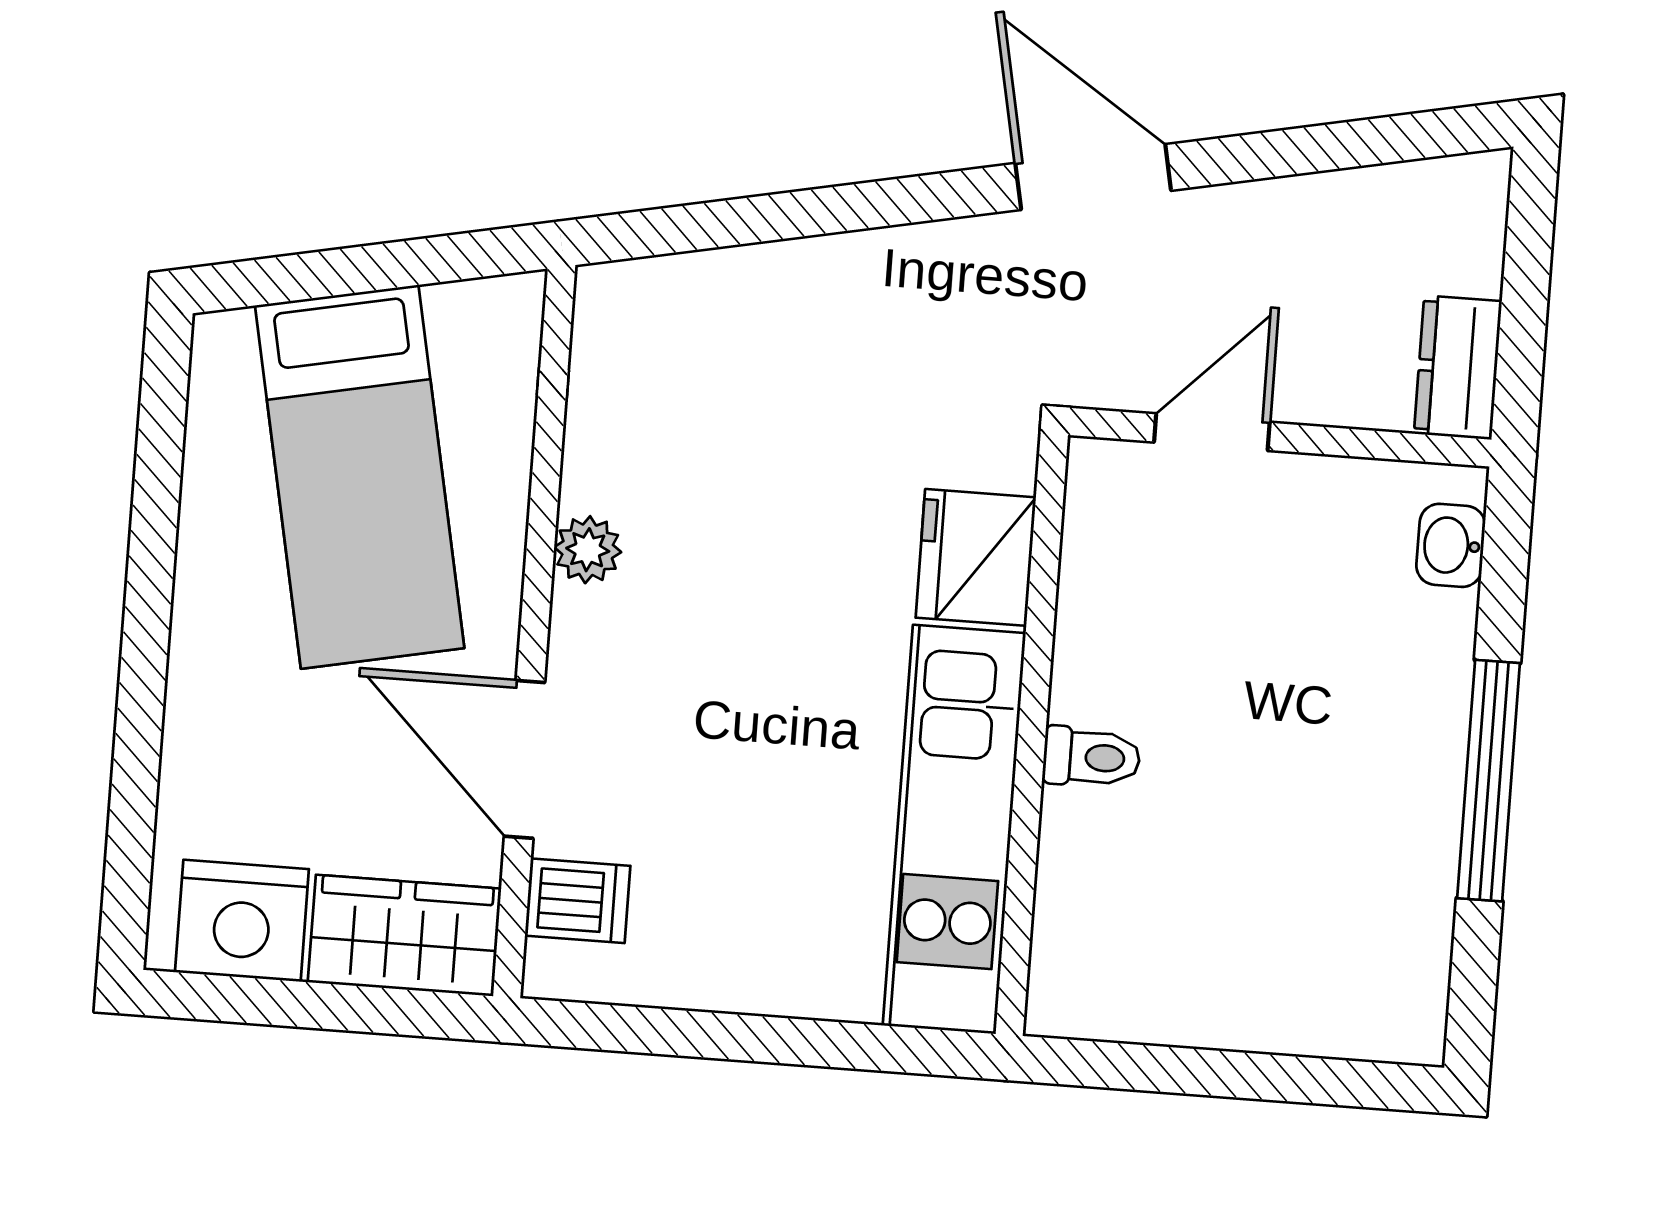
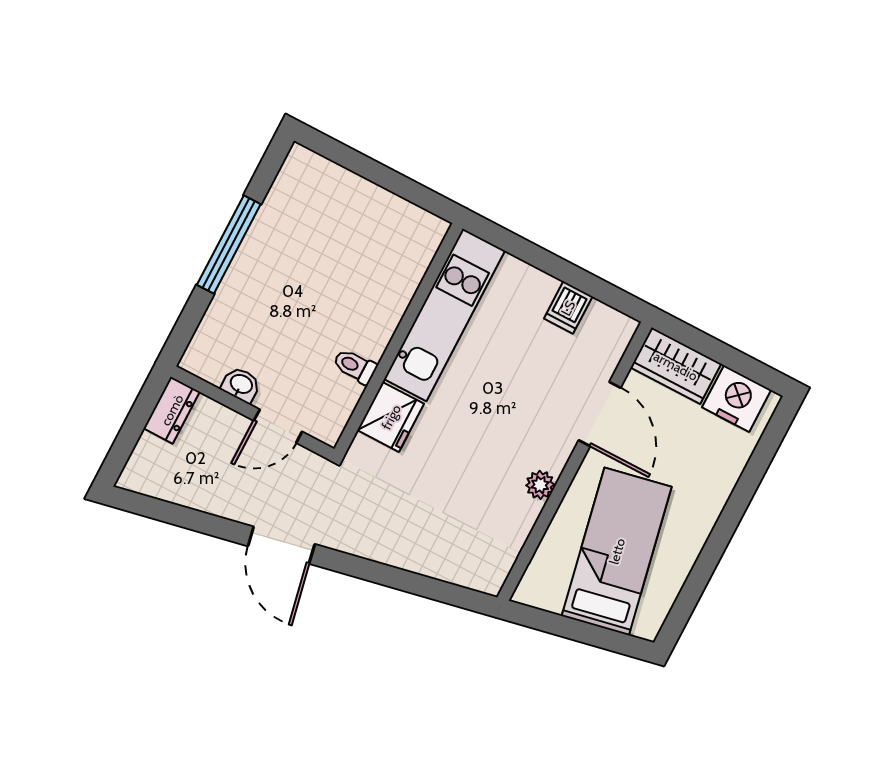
washbasin: (1451, 545) -> (241, 385), moved, turned -90
toilet: (1092, 757) -> (355, 366), moved
dishwasher: (578, 901) -> (568, 308), moved, turned -90

